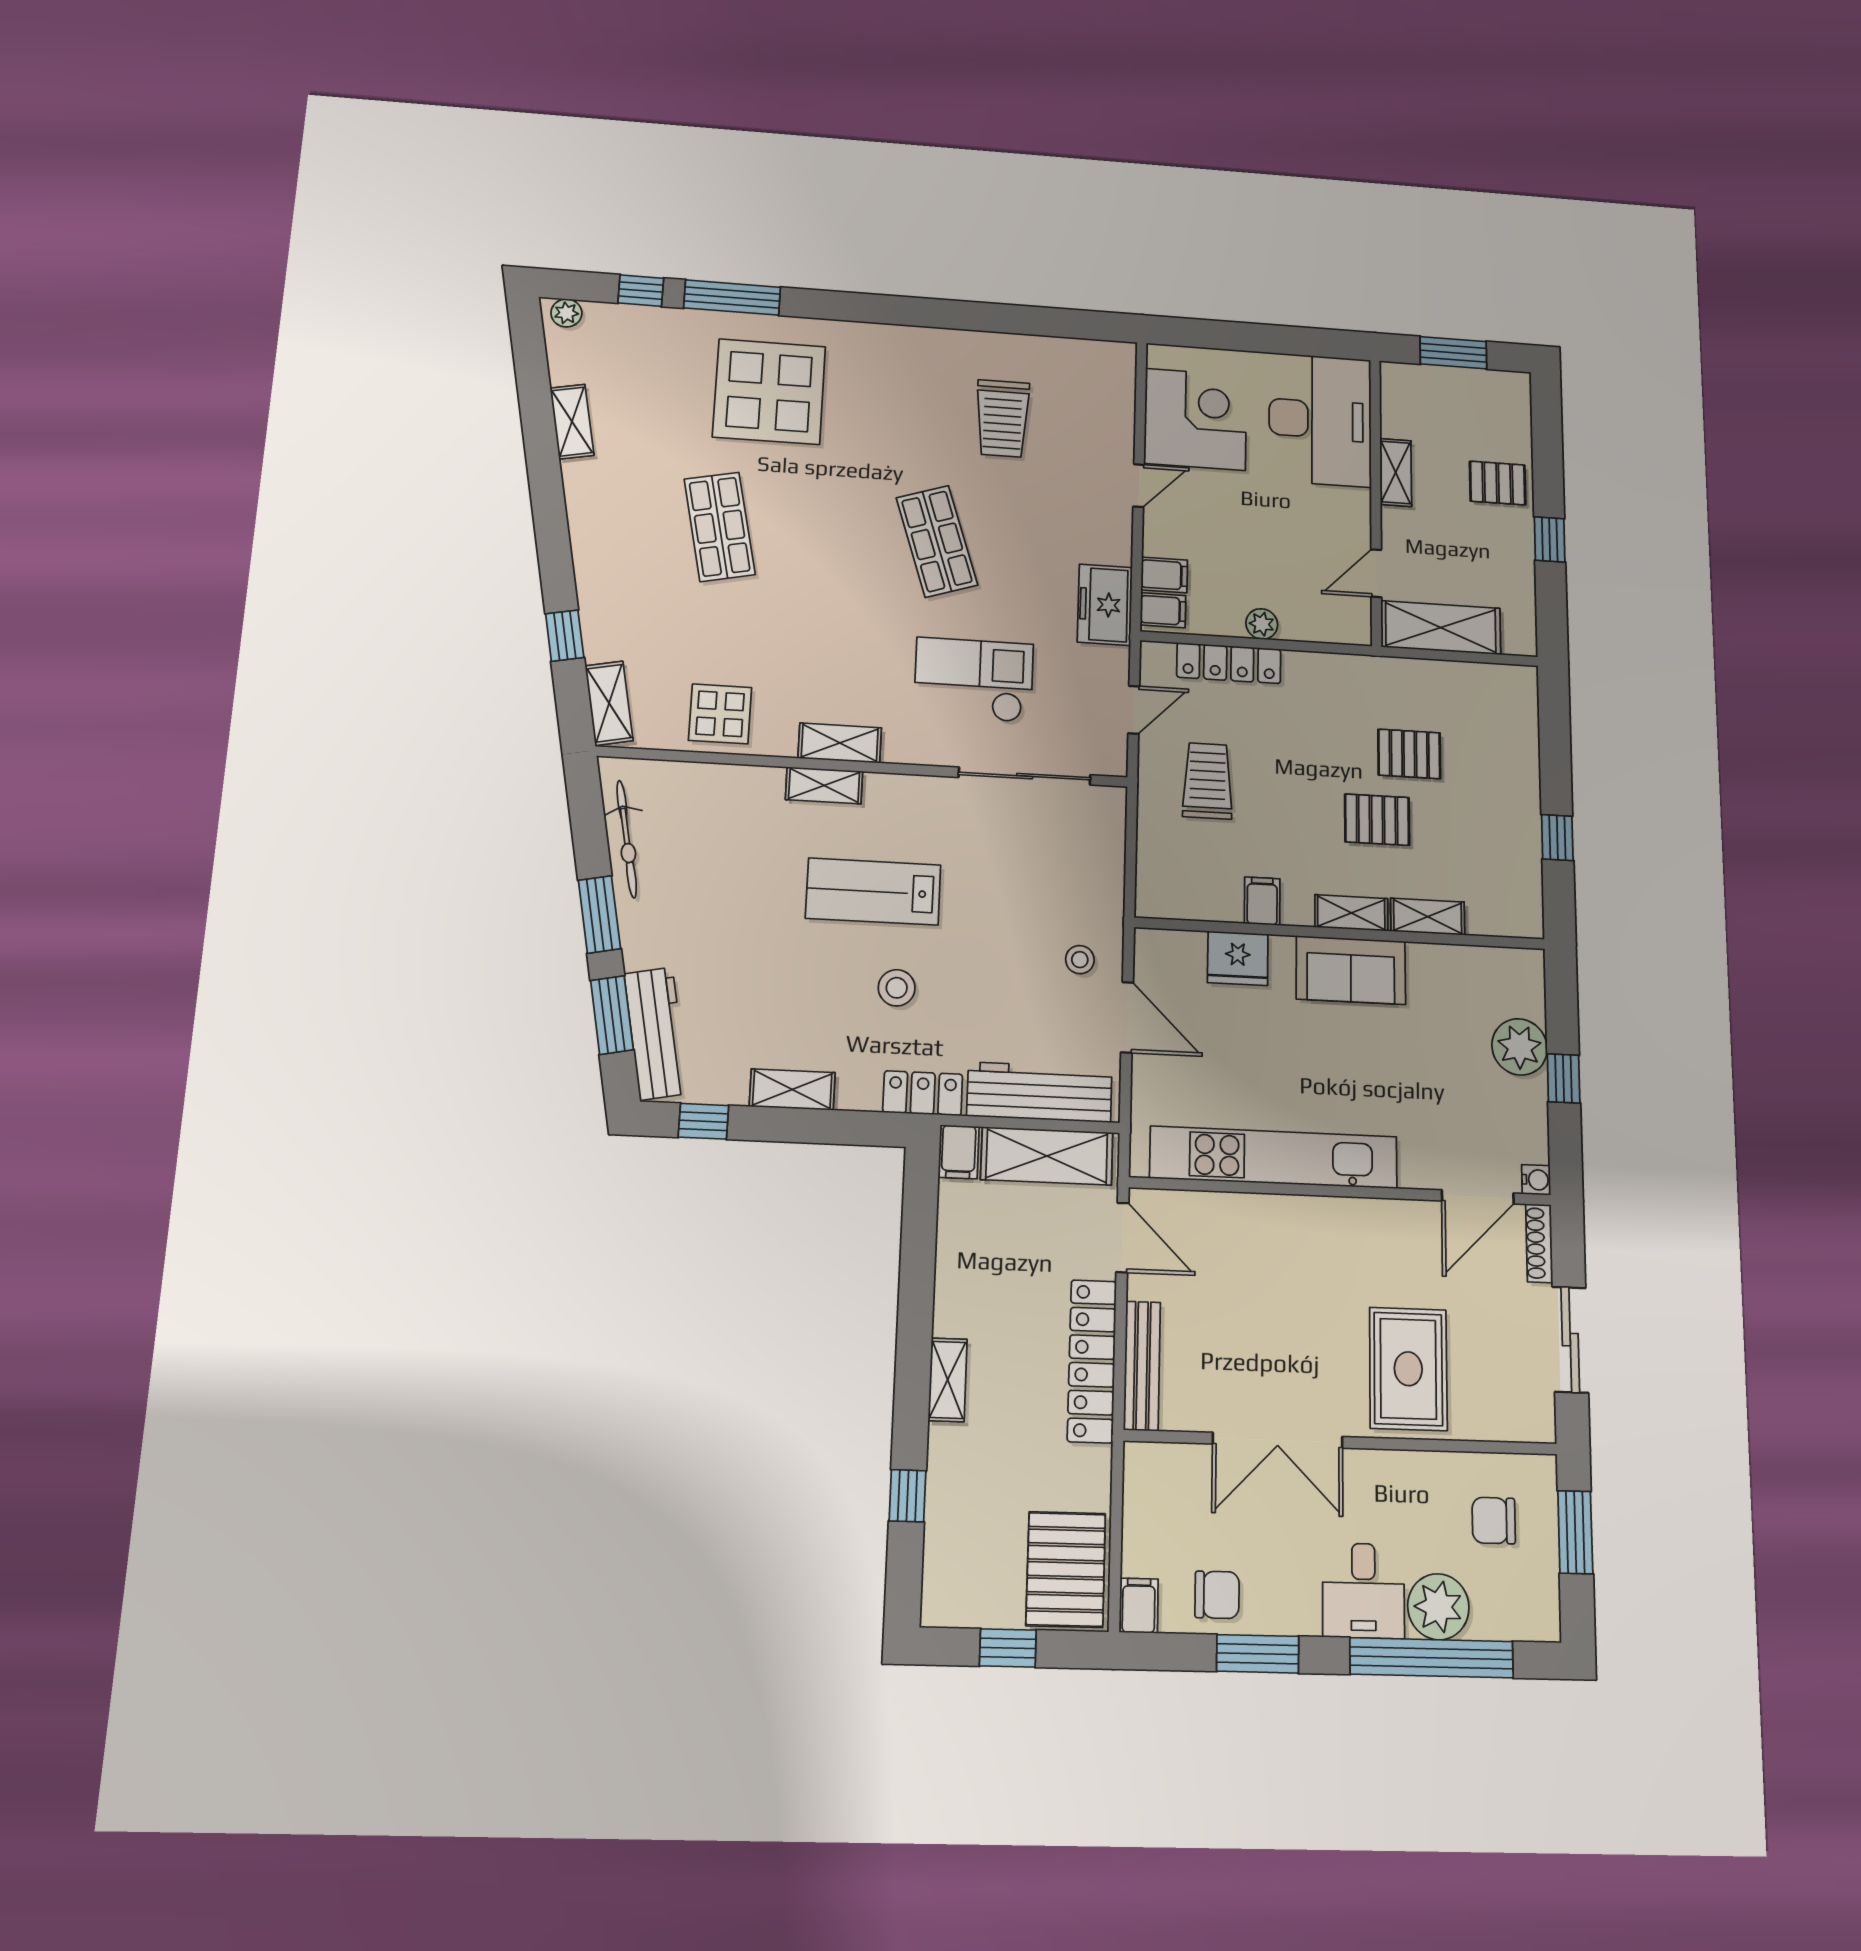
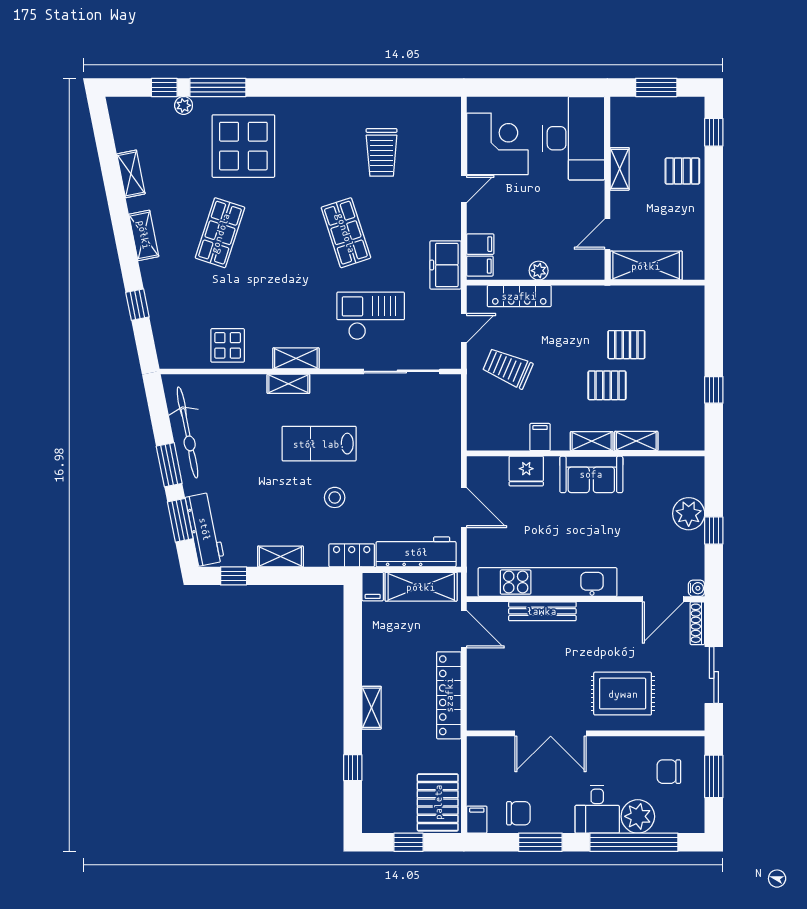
plant: (566, 313) -> (184, 105), moved
shop shelf: (720, 527) -> (220, 233), turned 30
window: (1550, 539) -> (714, 132), moved
shelving: (609, 703) -> (144, 235), moved
trolley: (1208, 781) -> (508, 368), turned -67
bicycle: (627, 839) -> (187, 432), width x1.37, depth x1.40
stool: (1080, 960) -> (436, 476), removed
bench: (1142, 1366) -> (542, 611), moved, turned 90
rug: (1408, 1369) -> (623, 694), turned 90

